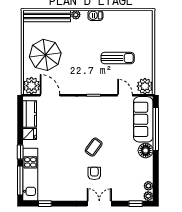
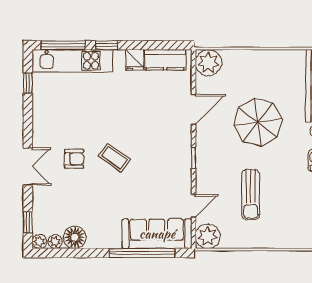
parasol: (45, 55) -> (258, 122), moved
door: (50, 95) -> (194, 109), moved
floor lamp: (146, 150) -> (75, 237), moved

